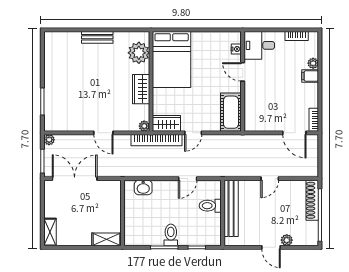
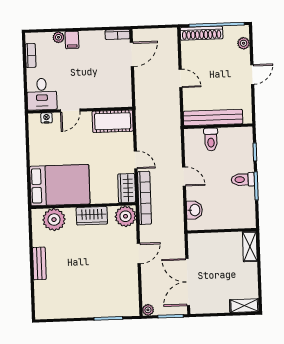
plant: (144, 126) -> (126, 216), width x1.87, depth x1.87
door: (188, 179) -> (184, 176), moved
plant: (287, 240) -> (244, 43), moved

